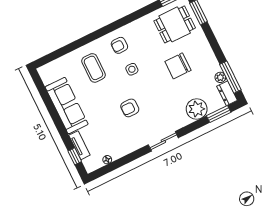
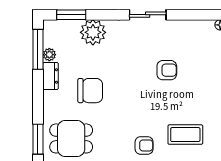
coffee table: (93, 68) -> (185, 135), turned 90
side table: (132, 69) -> (143, 112), removed
dresser: (227, 93) -> (50, 76), moved

